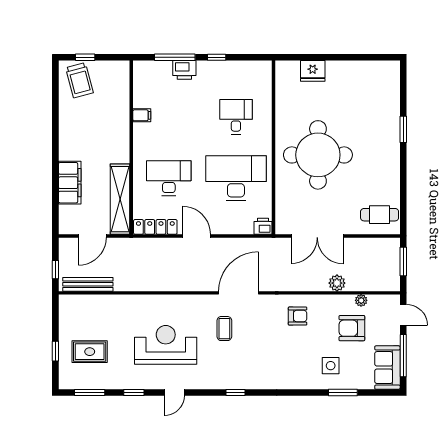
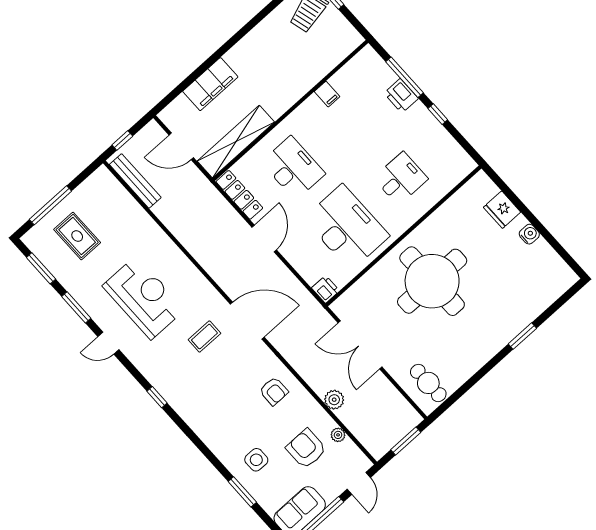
water cooler: (343, 68) -> (529, 234), added
window: (55, 351) -> (50, 205), width x2.17
window: (134, 392) -> (76, 307), width x1.50

